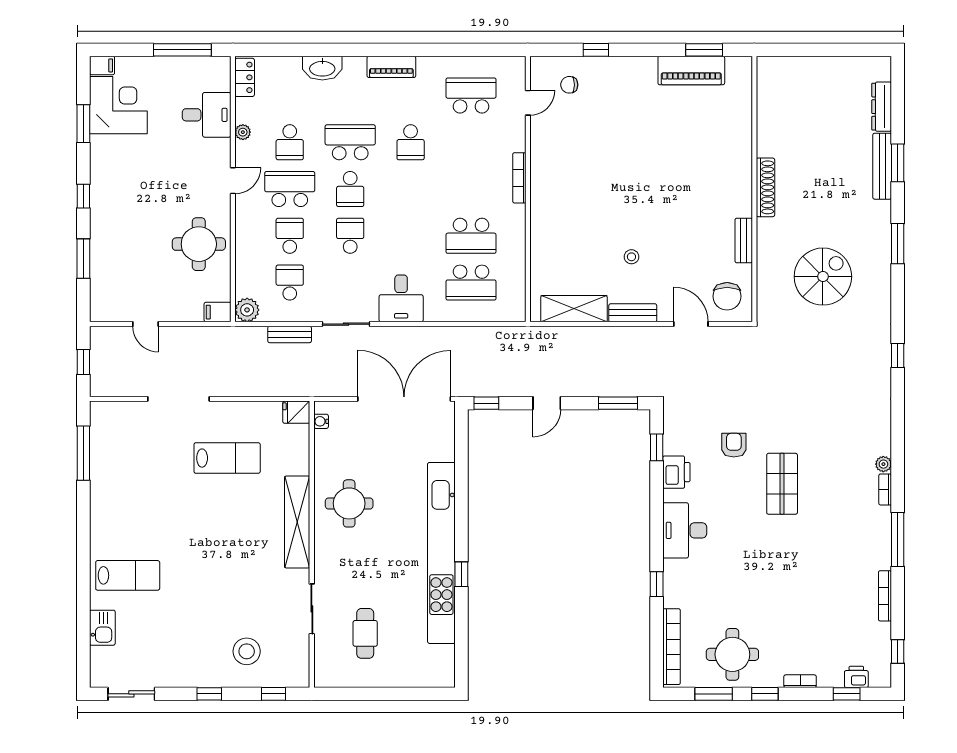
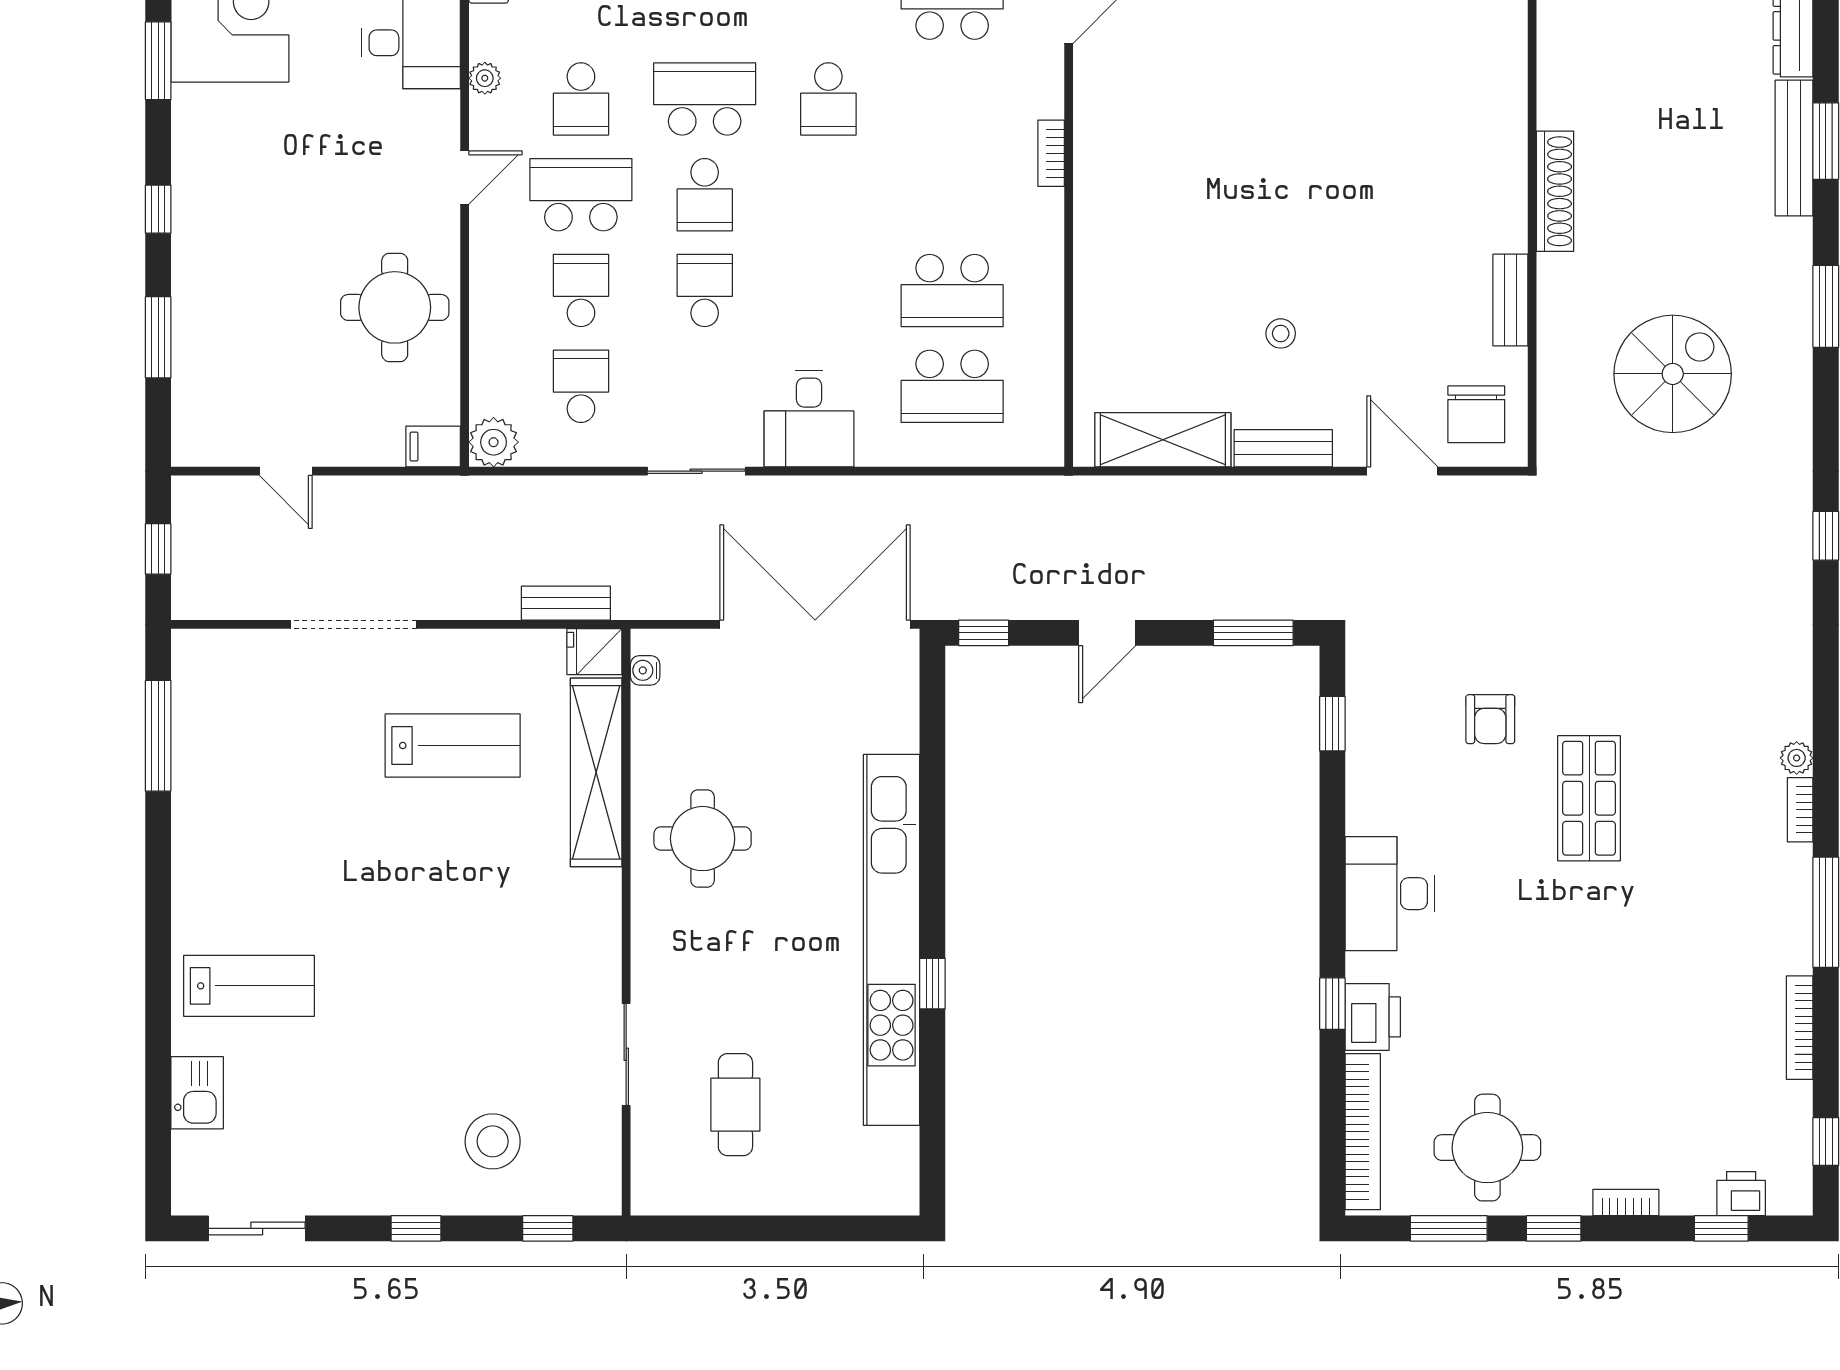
bookcase: (519, 178) -> (1051, 153), width x0.64
bench: (290, 334) -> (566, 603), moved
armchair: (734, 445) -> (1490, 719), turned 180
printer: (676, 472) -> (1373, 1017), moved
shelving: (297, 522) -> (596, 772), moved

